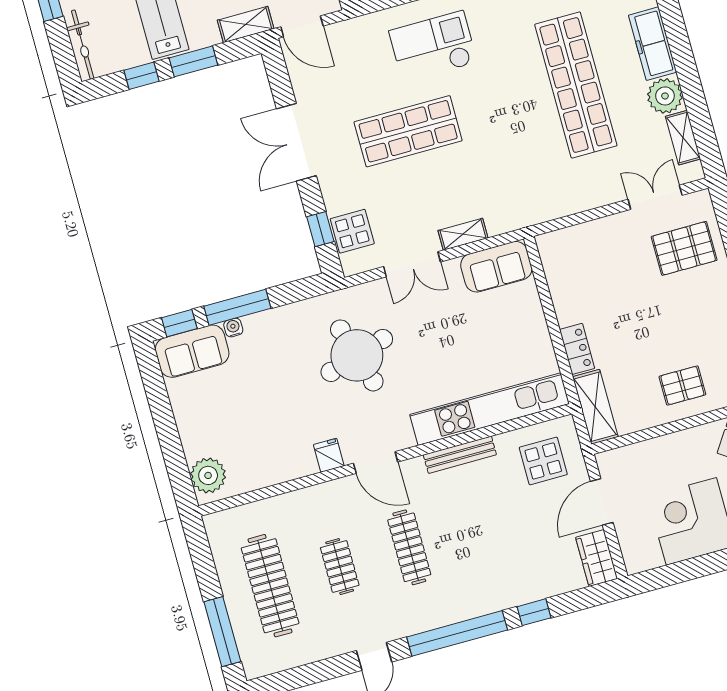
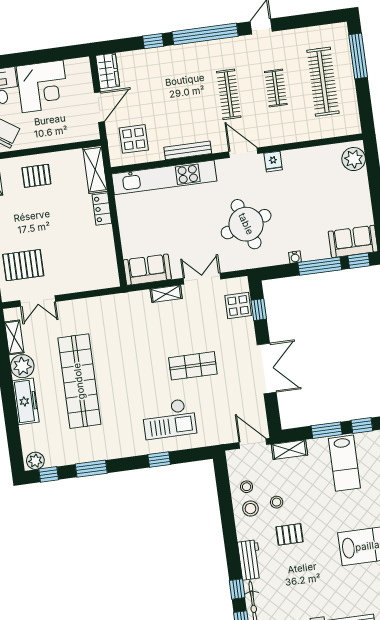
shop shelf: (408, 131) -> (193, 366), width x0.70, depth x0.74
water cooler: (233, 328) -> (295, 257), moved

